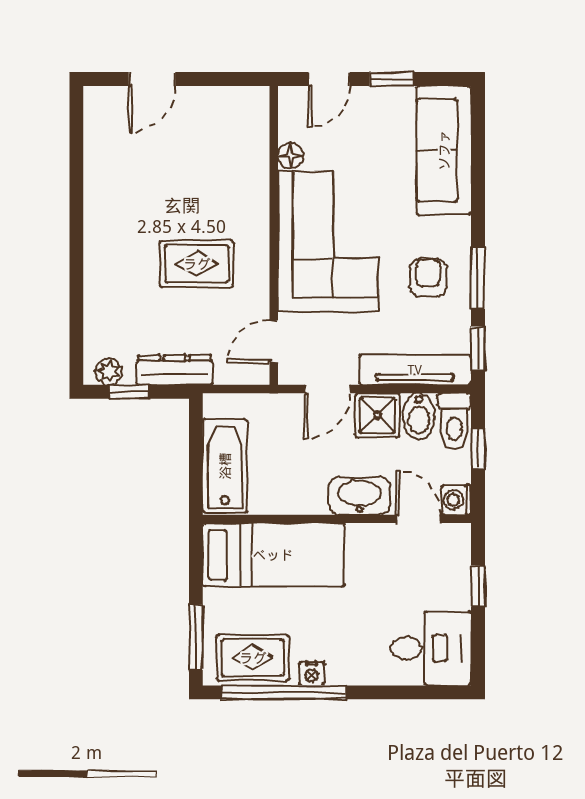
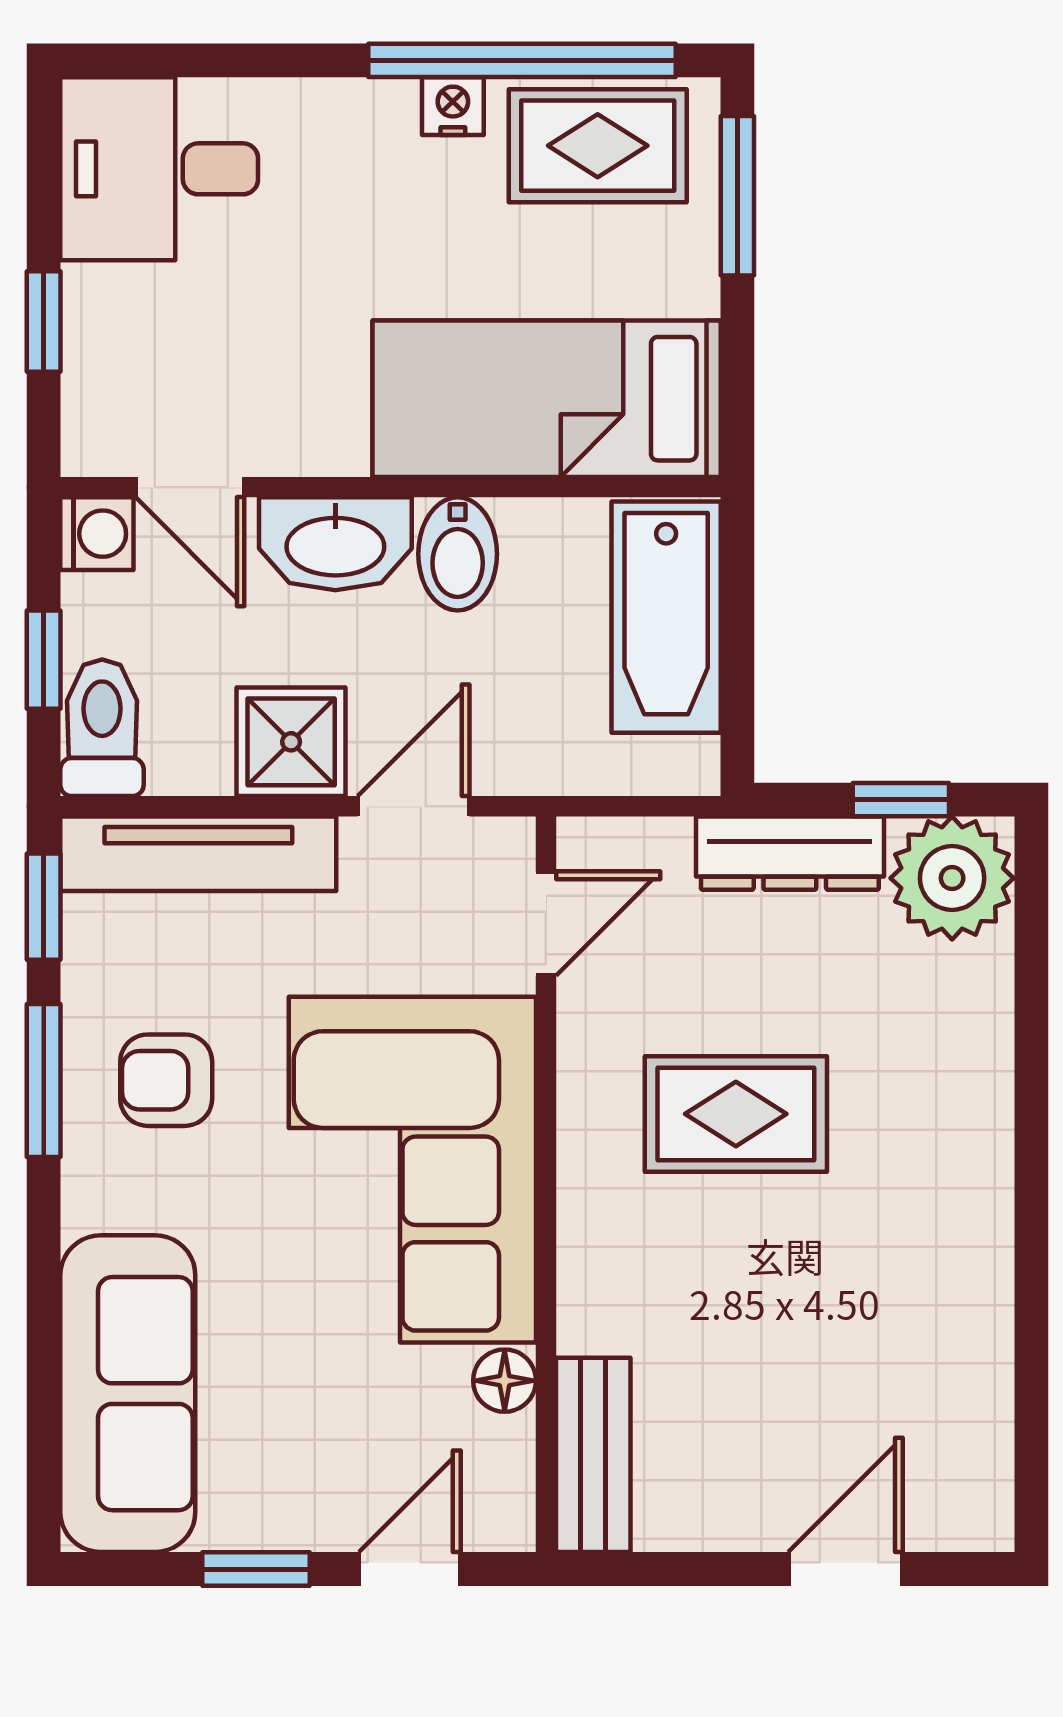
bench: (255, 125) -> (593, 1455), added
armchair: (428, 278) -> (166, 1080), turned 90
plant: (109, 372) -> (952, 878), width x1.88, depth x1.88
bidet: (419, 416) -> (458, 554), moved, turned 180

